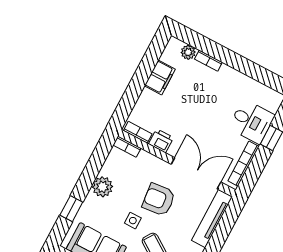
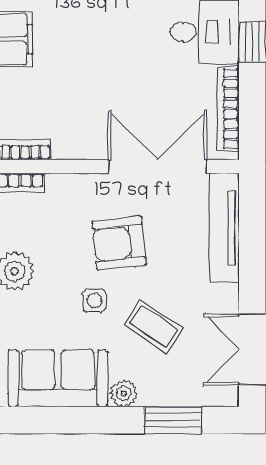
printer: (161, 141) -> (71, 143), removed

